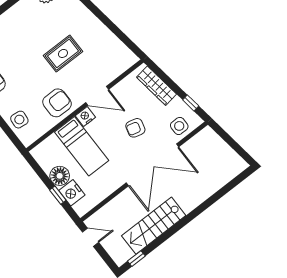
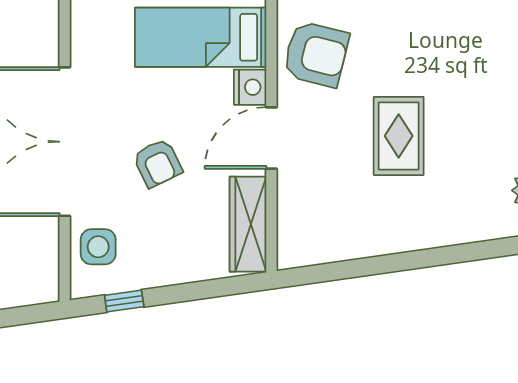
wardrobe: (156, 86) -> (248, 224), moved, turned -82
armchair: (57, 103) -> (316, 54), turned -76
armchair: (135, 128) -> (158, 163), turned 139

